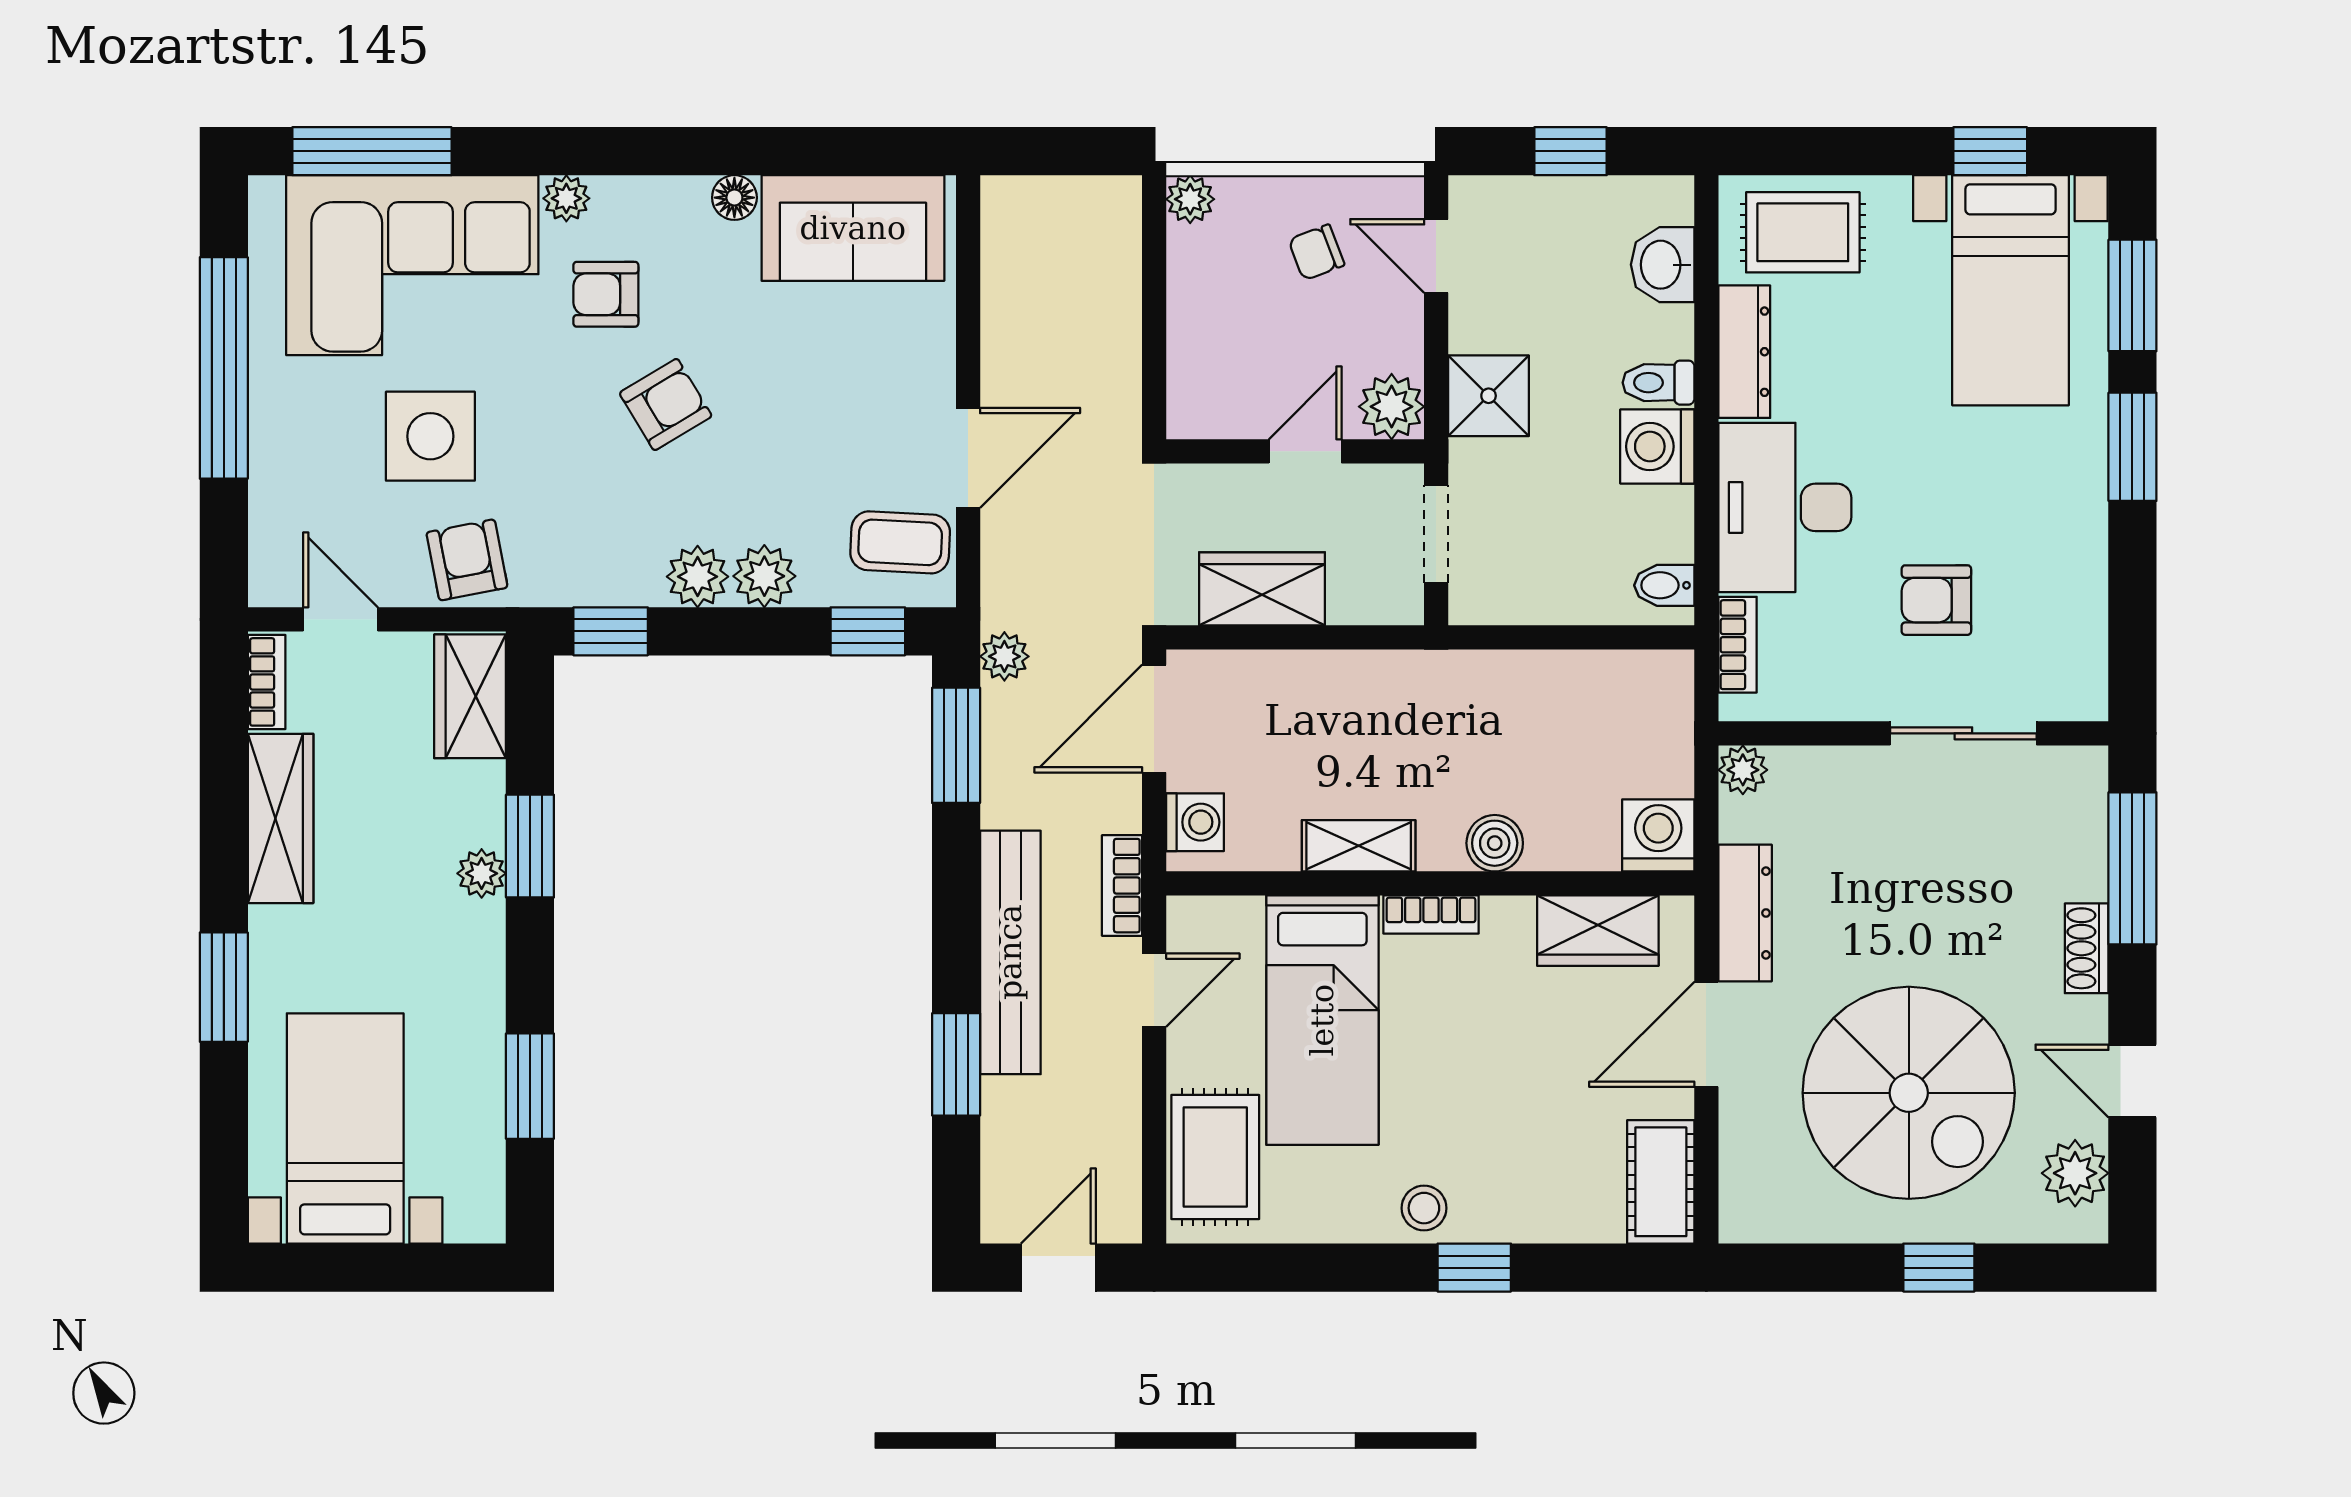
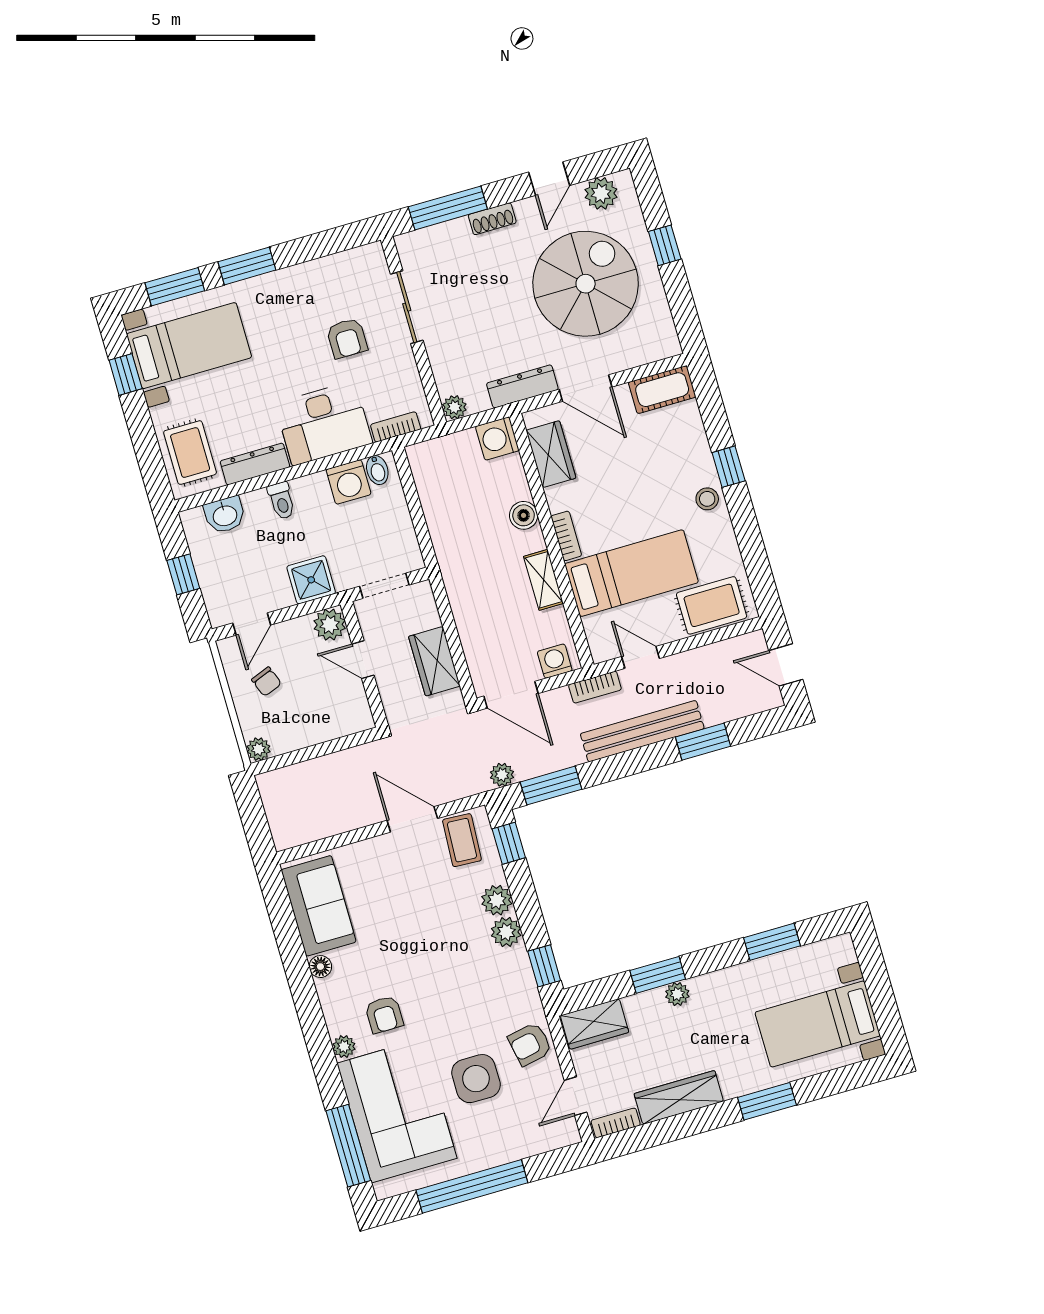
armchair: (666, 405) -> (429, 971), removed
washing machine: (1657, 446) -> (349, 482), moved

